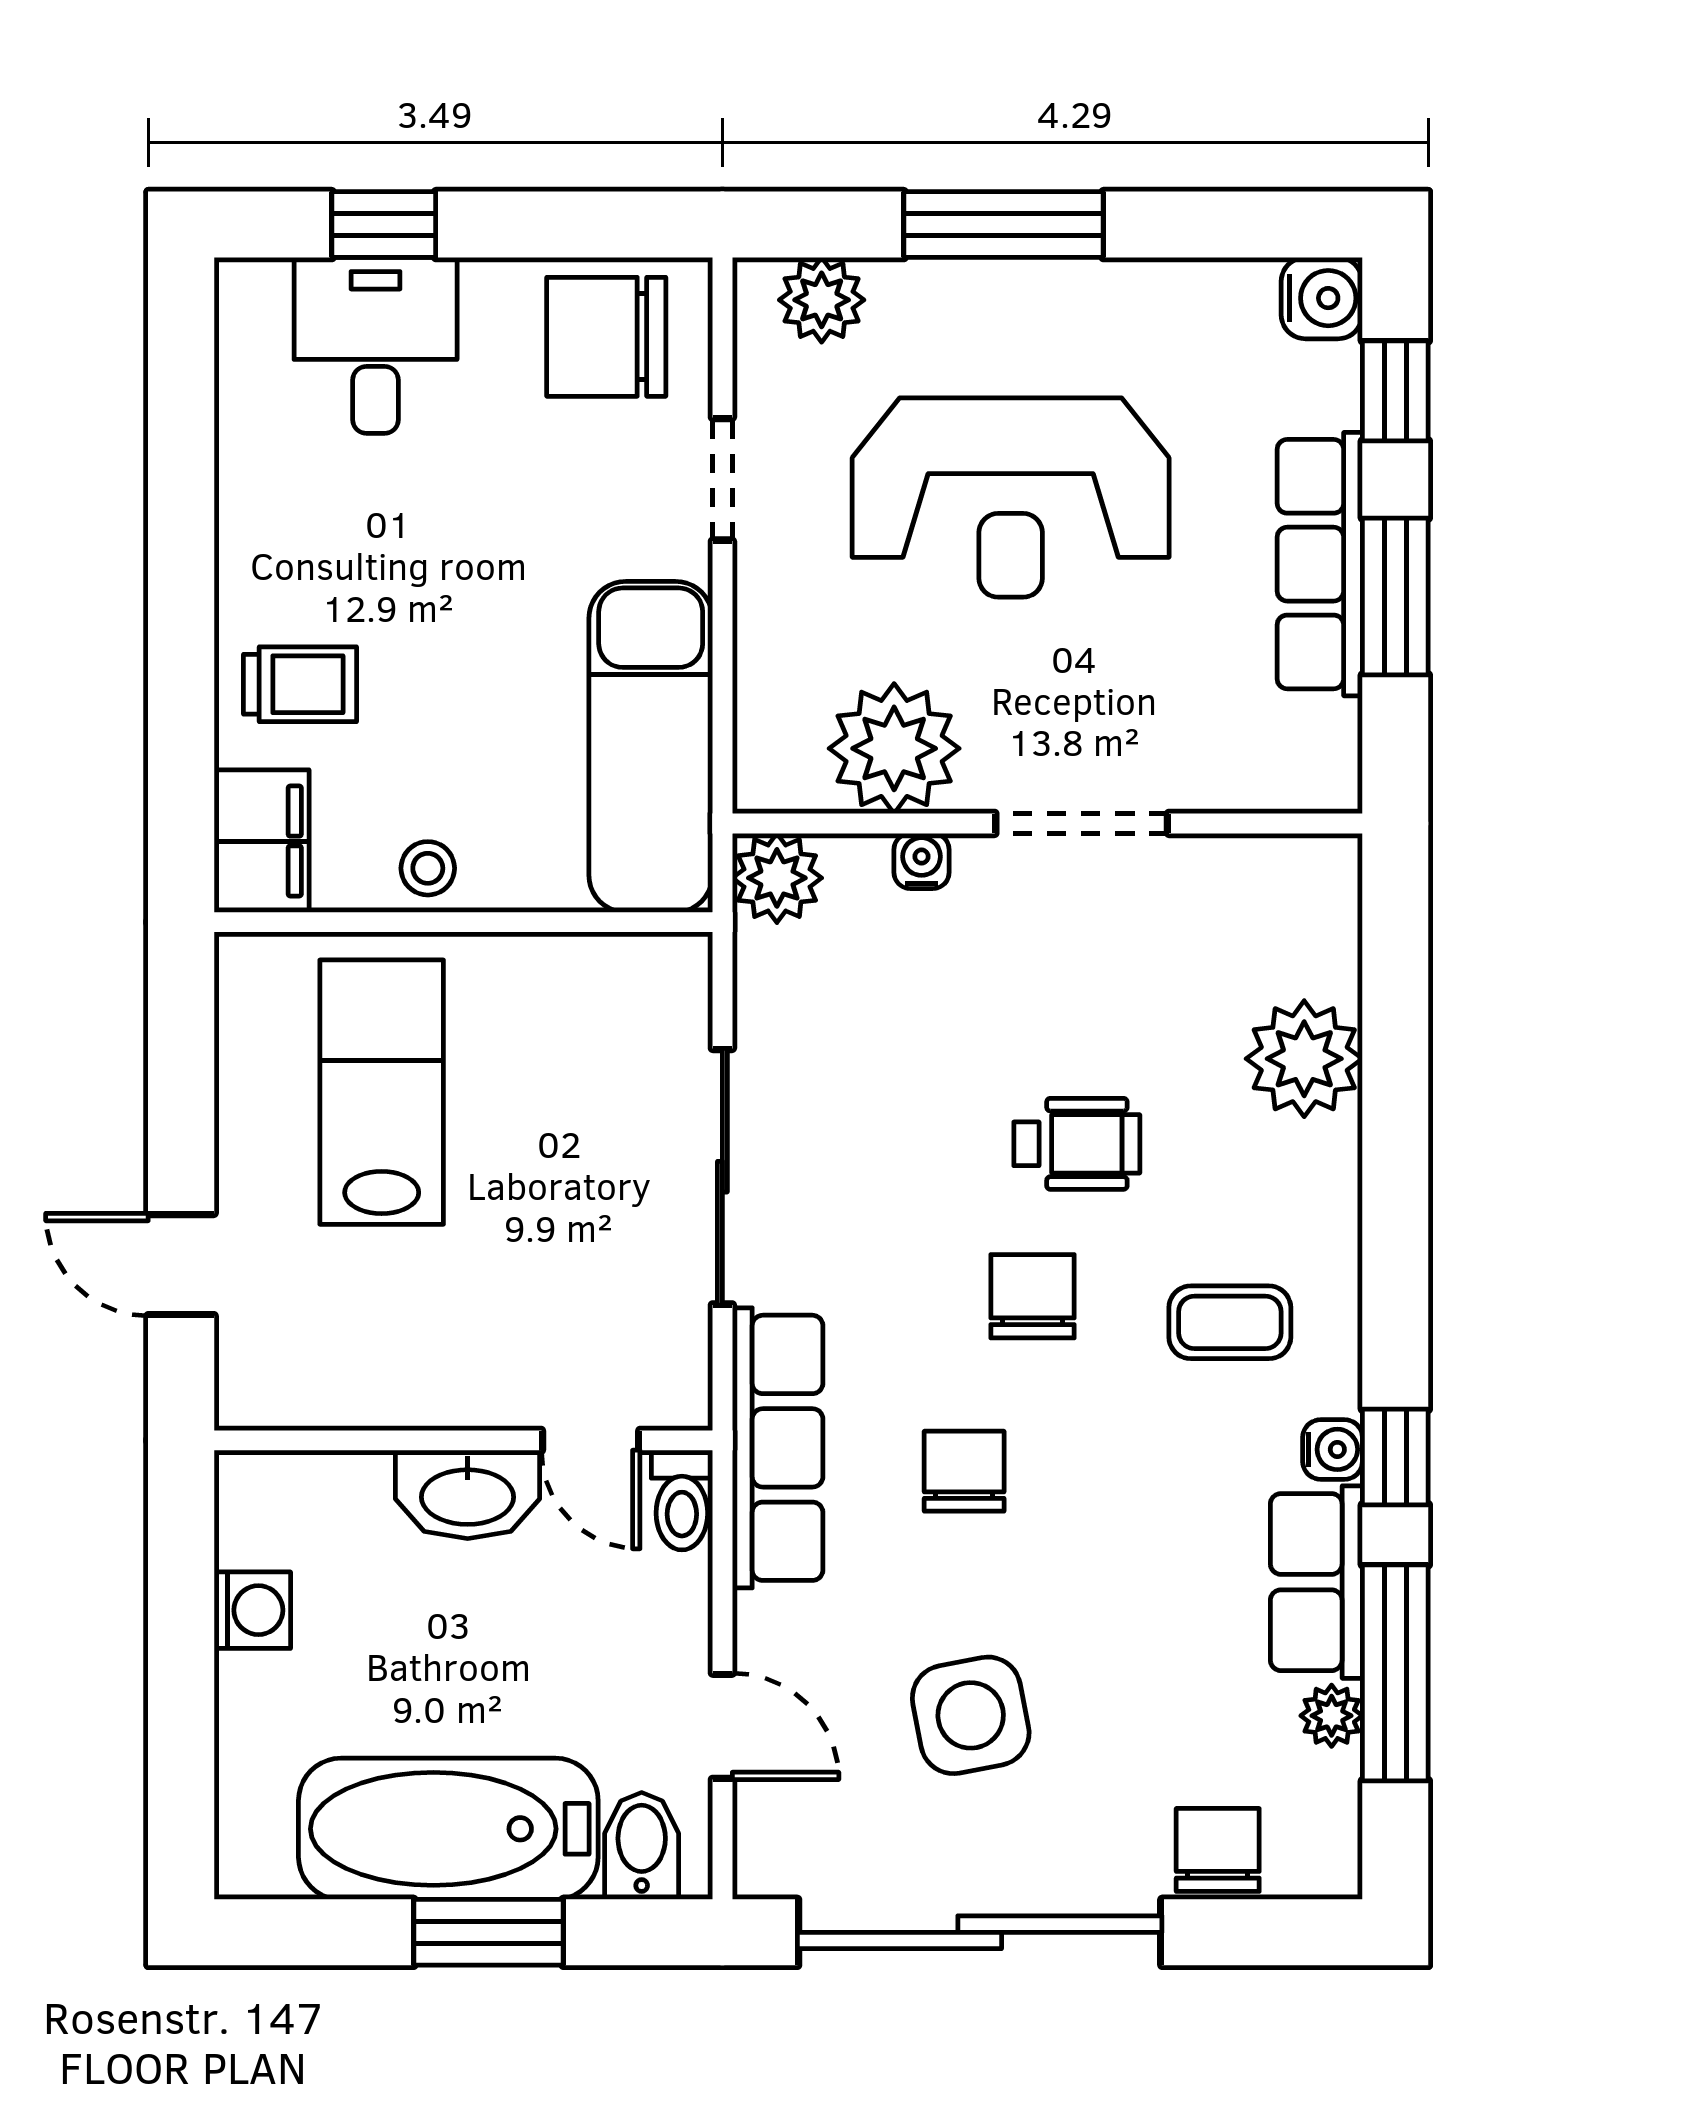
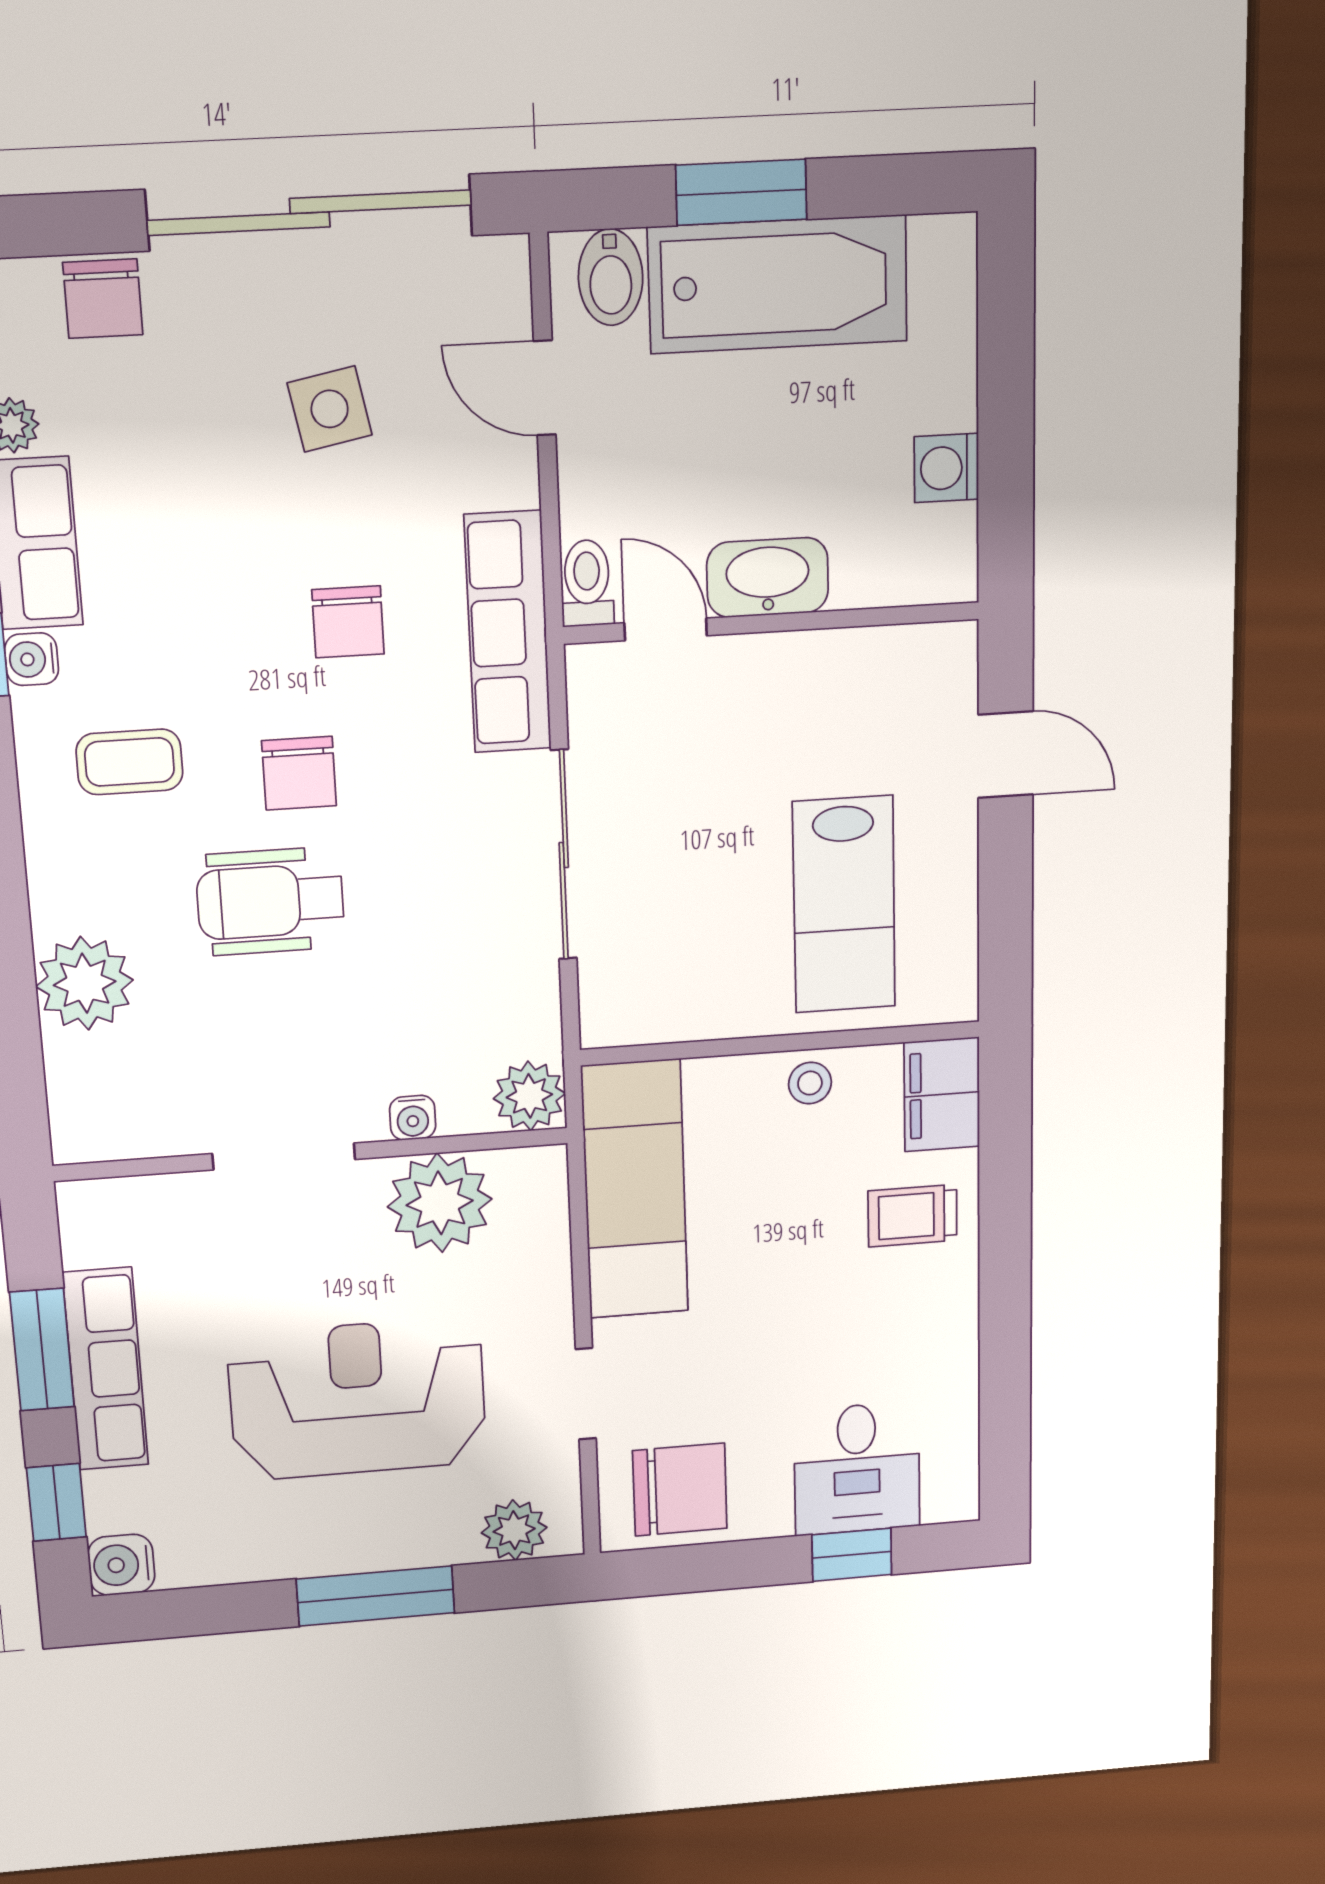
wheelchair: (1077, 1144) -> (270, 901), width x1.36, depth x1.37
side table: (971, 1715) -> (330, 409), width x0.73, depth x0.73

